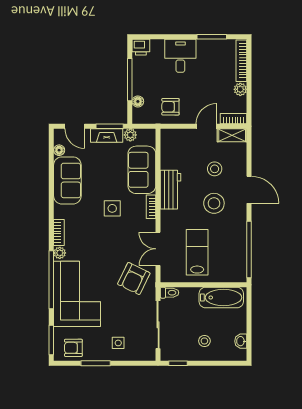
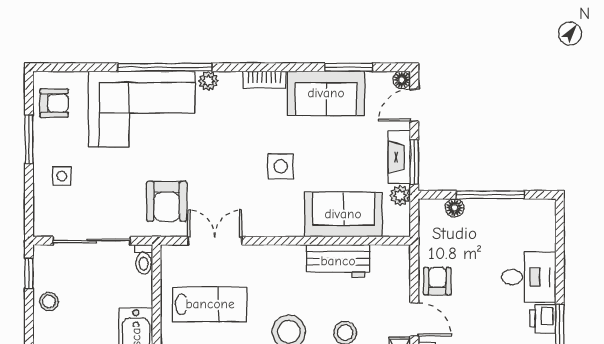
printer: (141, 47) -> (543, 319), moved
armchair: (170, 107) -> (437, 281), moved
floor lamp: (59, 150) -> (402, 80), moved
workbench: (170, 190) -> (338, 261), moved
bookcase: (151, 207) -> (283, 229), removed
bookcase: (59, 232) -> (264, 80), moved
armchair: (134, 279) -> (167, 201), turned -116
window: (51, 340) -> (349, 67), moved
stool: (204, 341) -> (49, 302), moved
armchair: (73, 348) -> (54, 103), turned 90

